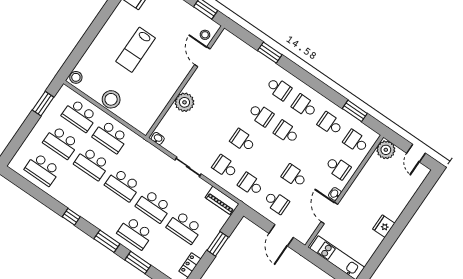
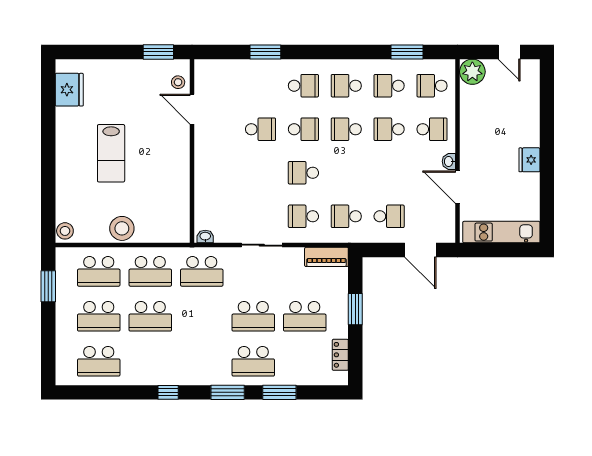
school desk: (235, 97) -> (261, 129), added
plant: (184, 102) -> (207, 175), removed
school desk: (294, 176) -> (389, 129), moved
school desk: (123, 185) -> (202, 271), moved

